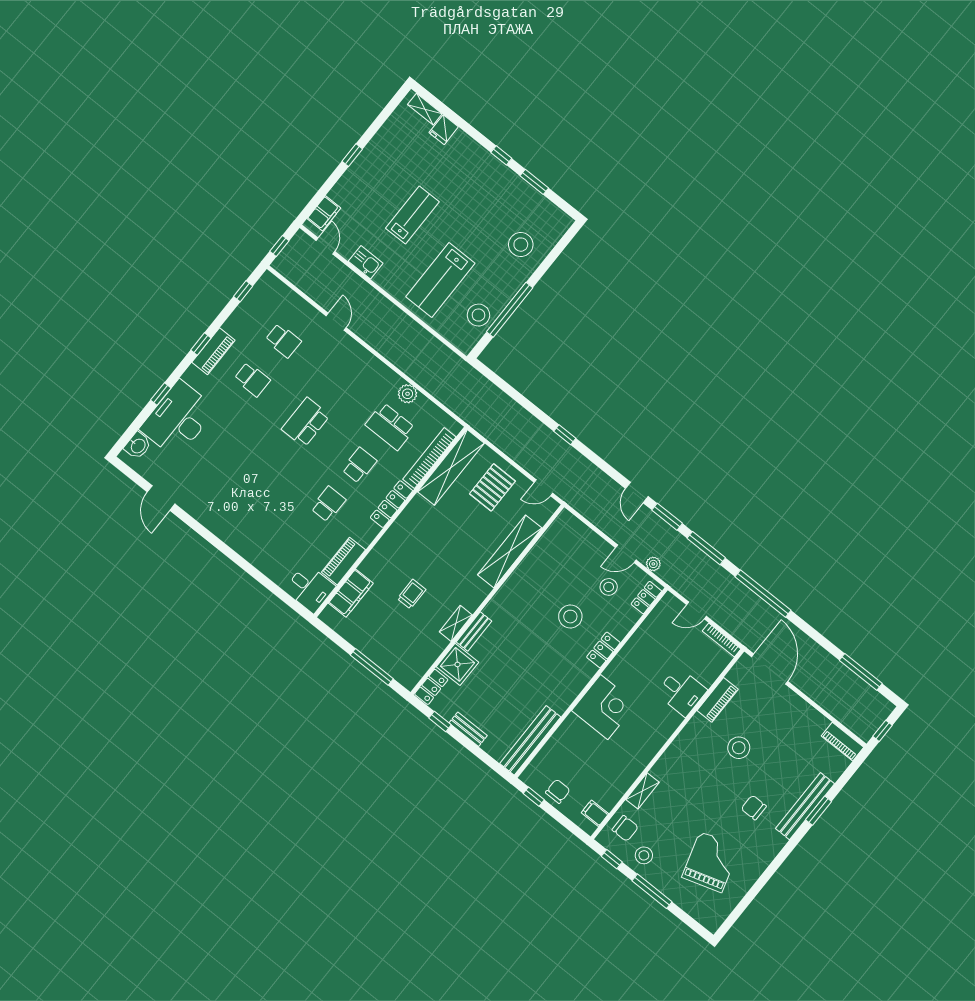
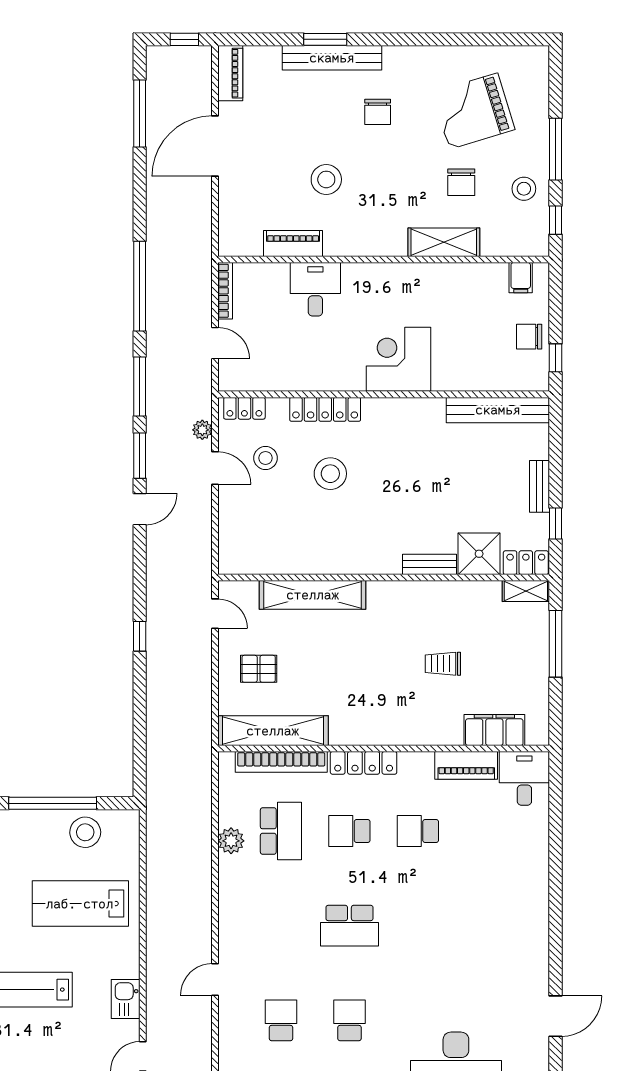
lab bench: (440, 280) -> (80, 904), turned 180
pallet: (492, 487) -> (259, 669), width x0.67, depth x0.71
shelving: (456, 623) -> (526, 591), moved
locker: (603, 650) -> (325, 409), width x1.53
door: (770, 669) -> (215, 146), moved
shelving: (642, 791) -> (444, 242), width x1.50, depth x1.33
chair: (625, 828) -> (461, 182), moved, turned 180

